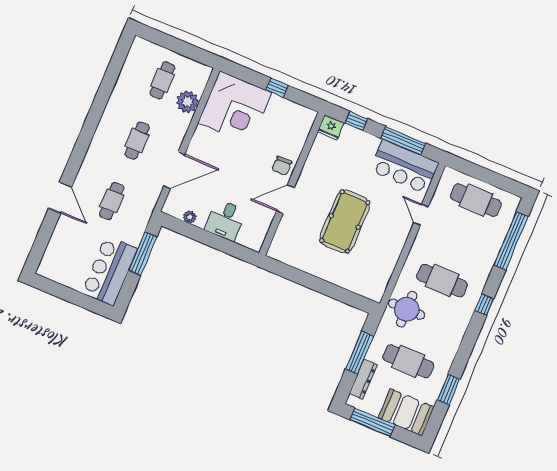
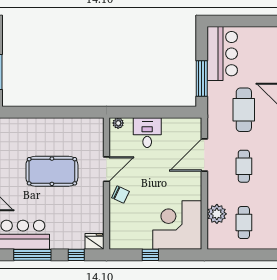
chair: (282, 166) -> (120, 195), turned 116
cafe table: (112, 201) -> (244, 110), width x1.37, depth x1.35
plant: (190, 217) -> (118, 123), moved
pool table: (345, 222) -> (52, 171), turned 90

